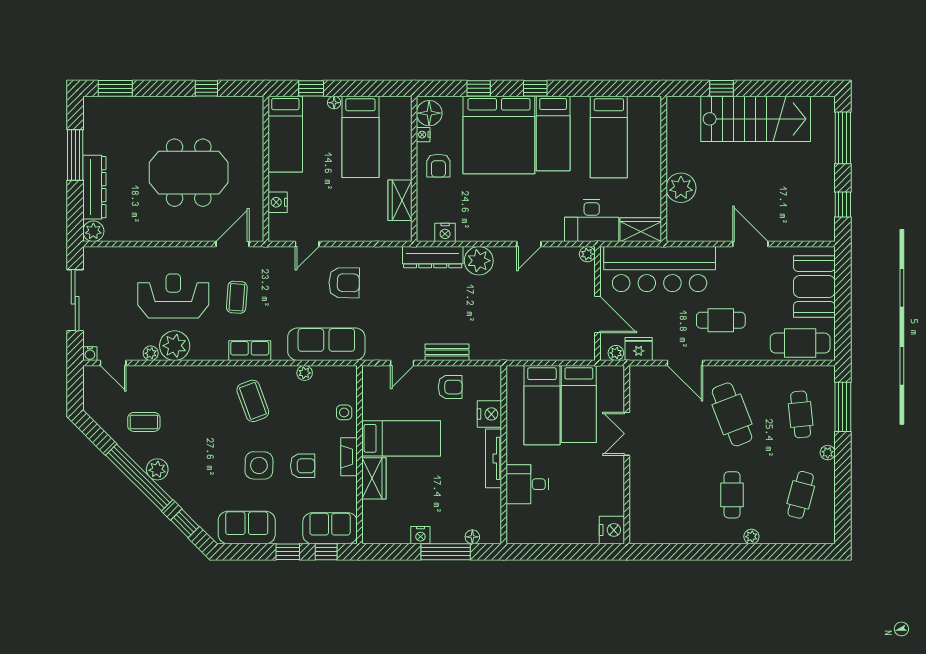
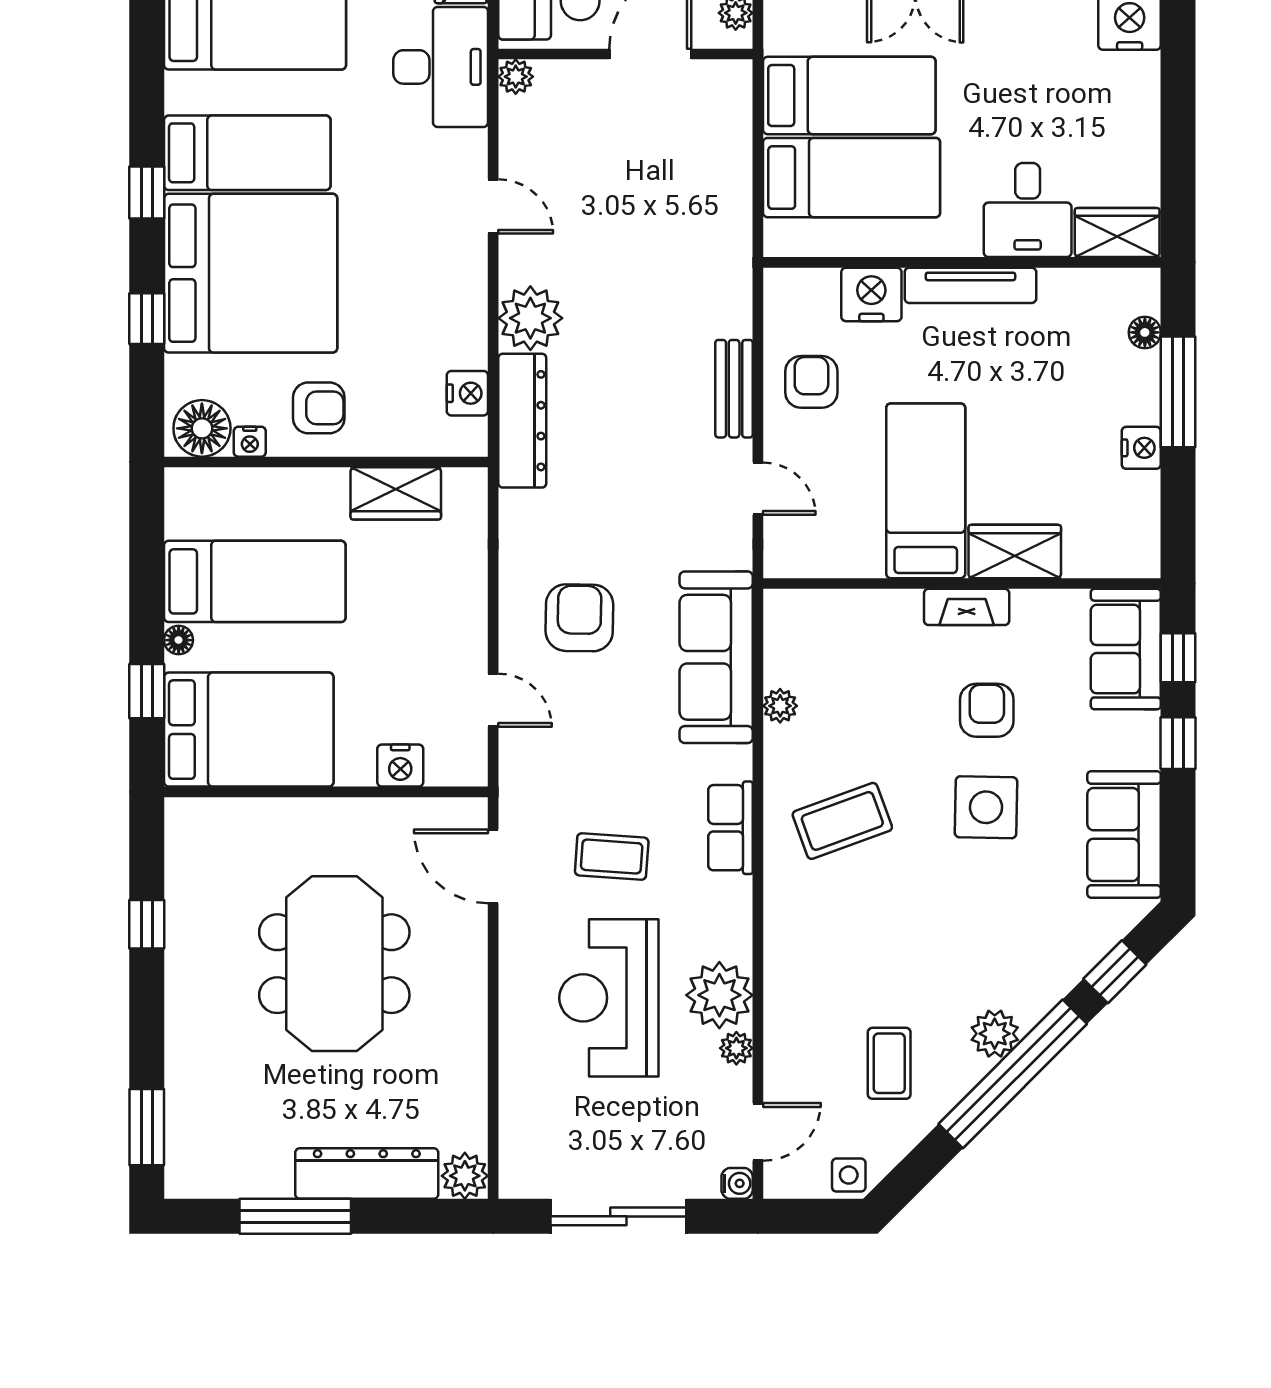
bed: (285, 134) -> (249, 730), width x1.50
side table: (344, 412) -> (849, 1175), moved
wardrobe: (517, 524) -> (1117, 233), added

